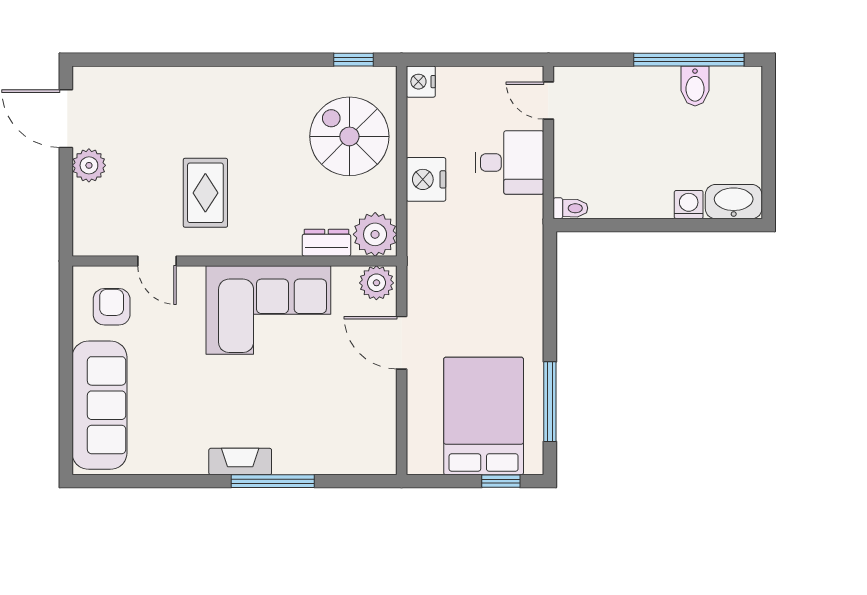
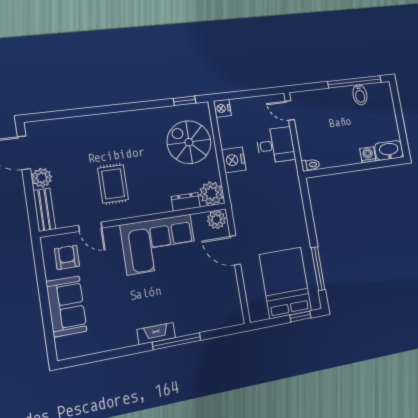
bench: (86, 220) -> (44, 210), added
sofa: (99, 405) -> (66, 306), width x0.73

